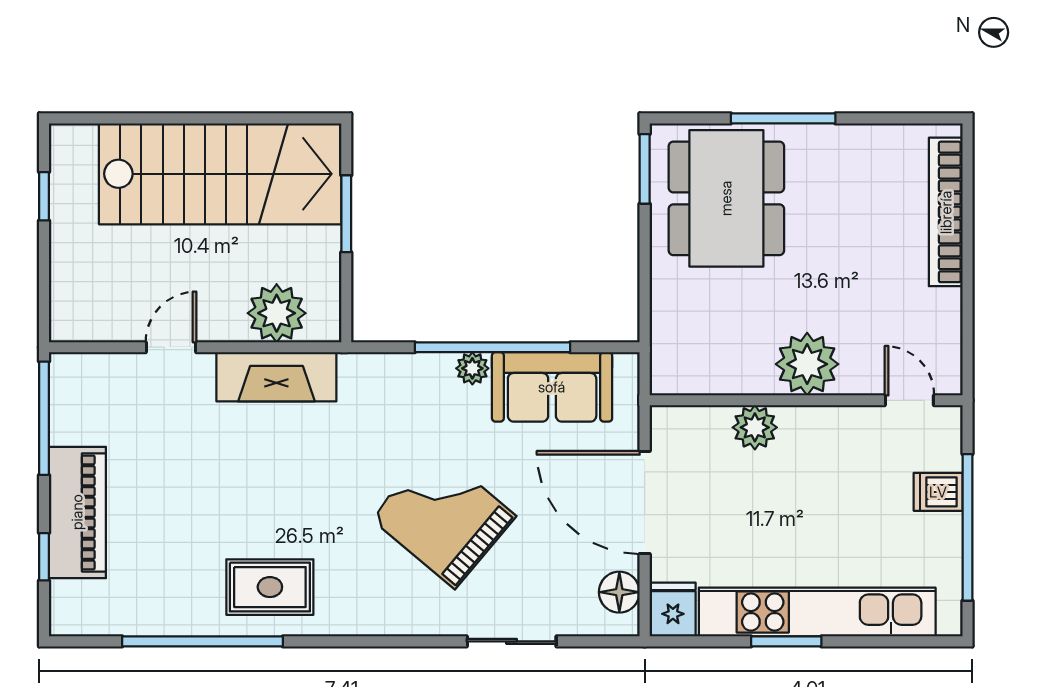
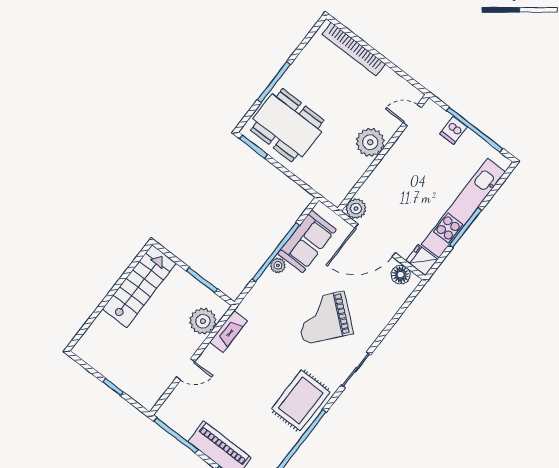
stairs: (220, 174) -> (139, 286), width x0.73, depth x0.66
window: (44, 196) -> (113, 387), moved
window: (346, 214) -> (202, 280), moved
door: (171, 347) -> (186, 369), swing flipped
fireplace: (276, 377) -> (228, 332), width x0.73, depth x0.76
plant: (755, 427) -> (356, 209), moved
rug: (270, 587) -> (301, 400), width x1.36, depth x1.43
sliding door: (512, 641) -> (356, 370), moved
window: (786, 641) -> (465, 228), width x1.44

